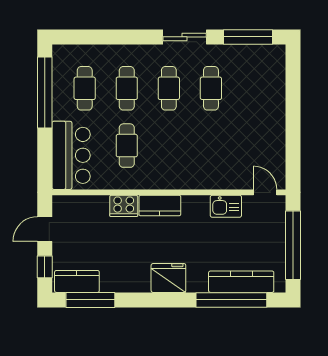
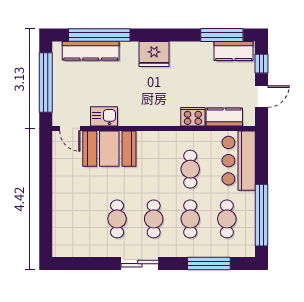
window: (248, 37) -> (209, 264), moved
booth: (220, 169) -> (109, 149), added
kitchen counter: (160, 206) -> (224, 117), moved

